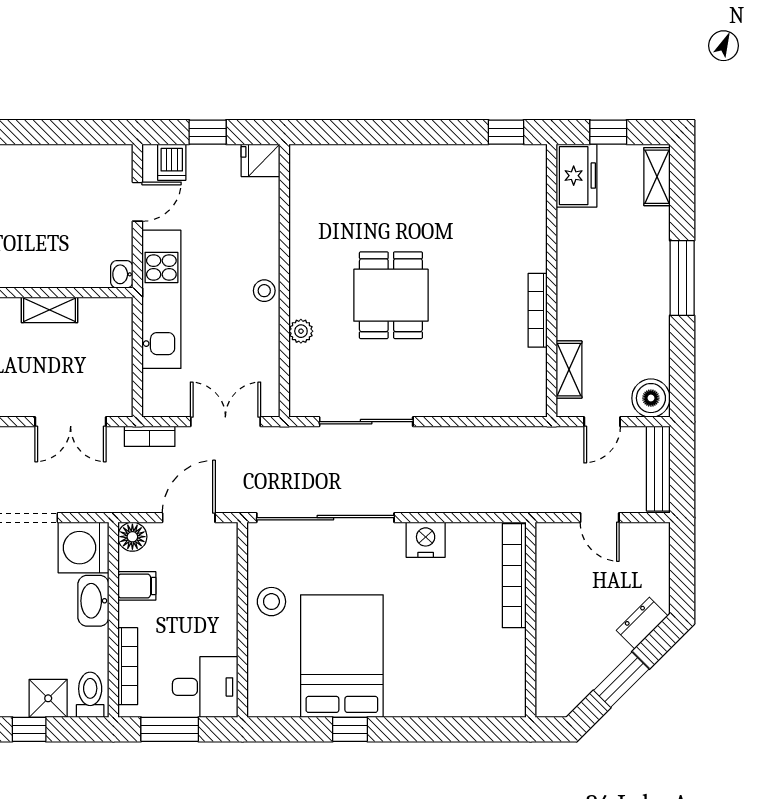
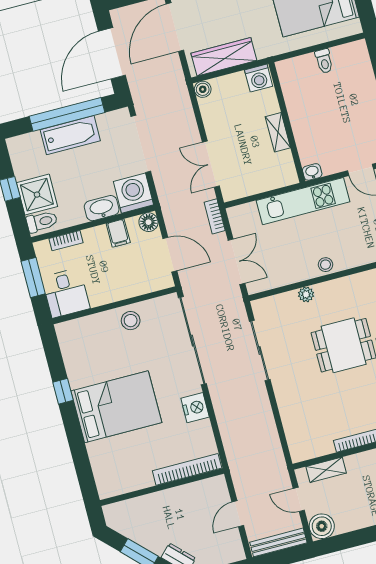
bed: (342, 656) -> (116, 407), moved
bookcase: (128, 666) -> (66, 241), width x0.64
shower: (48, 698) -> (37, 195), width x1.36, depth x1.36

